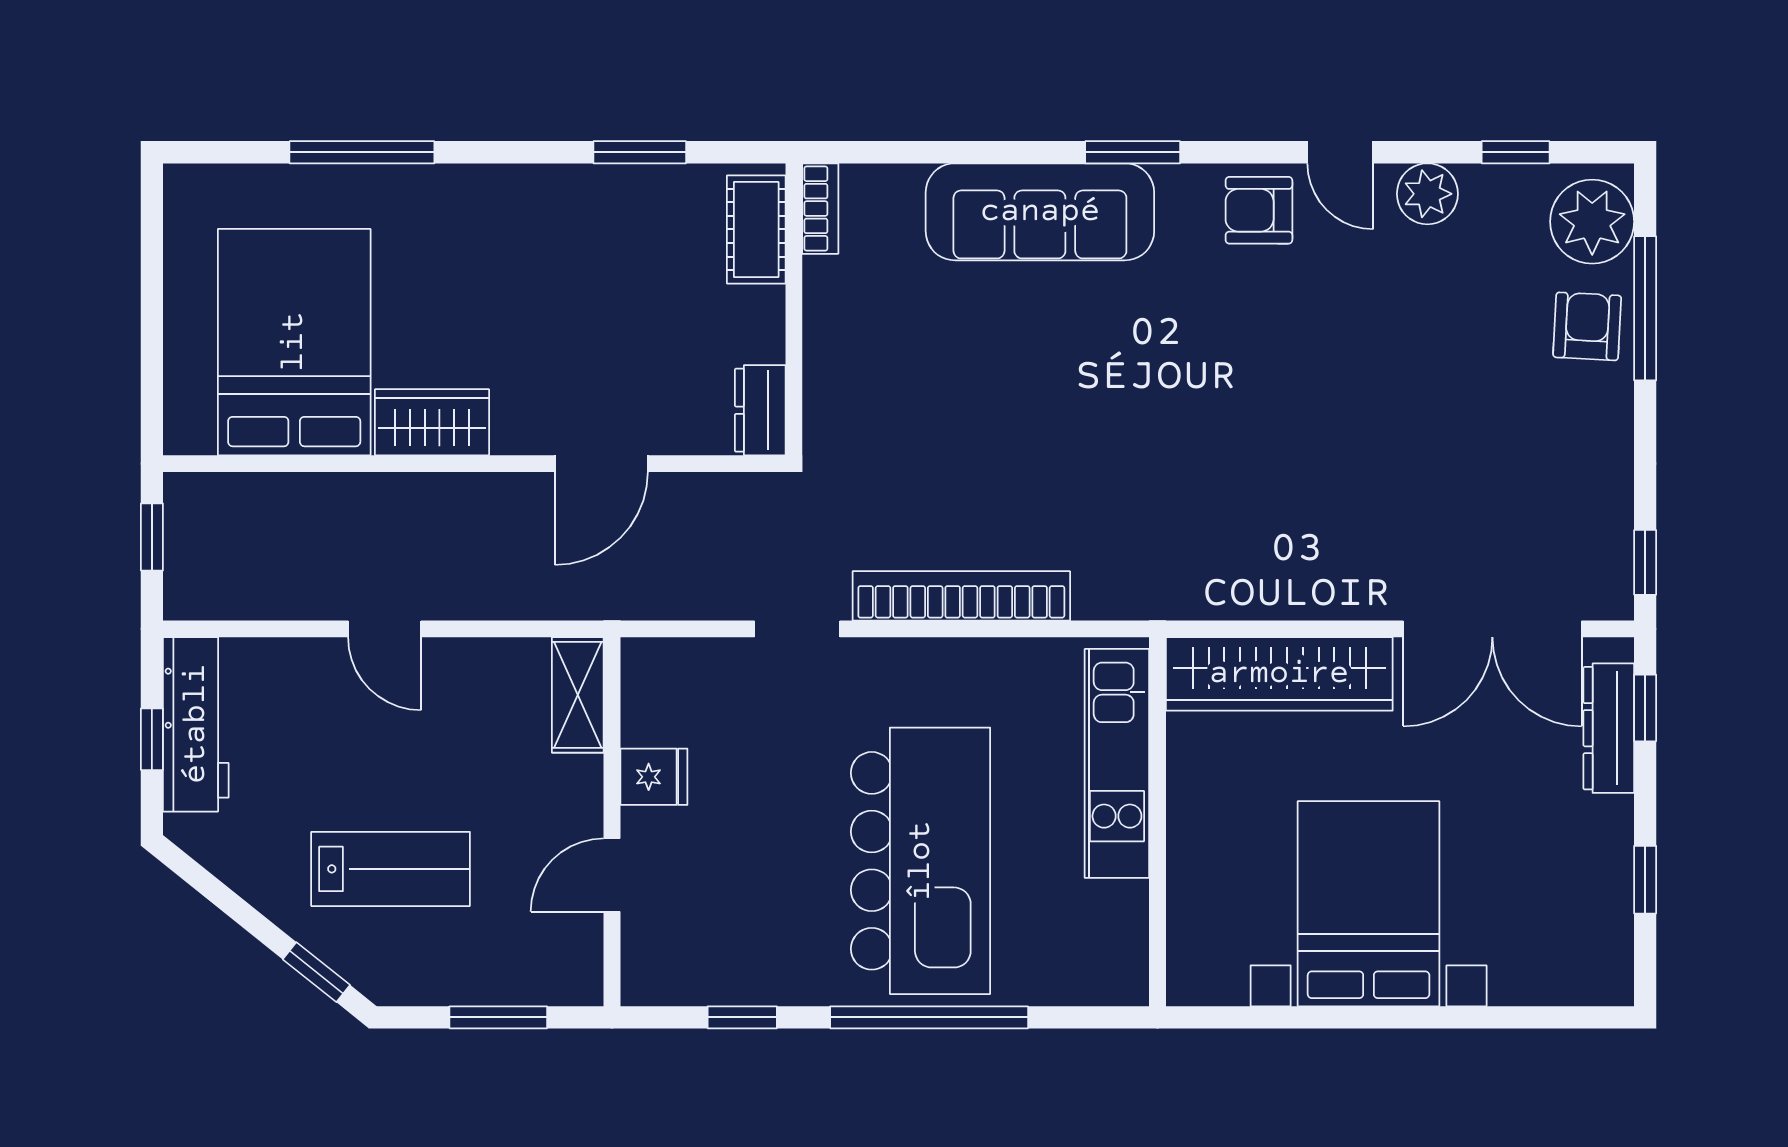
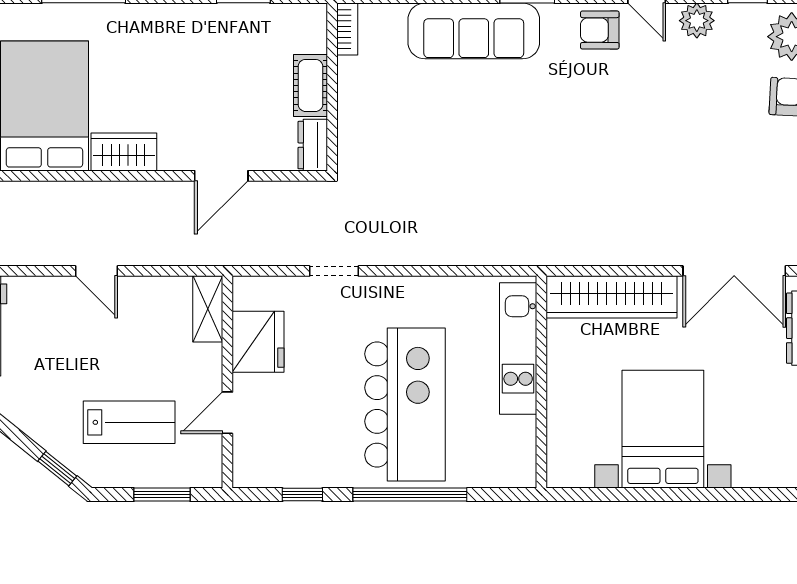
cot: (756, 229) -> (310, 85), moved
bookcase: (961, 596) -> (428, 252), removed
fridge: (654, 777) -> (258, 342), width x1.88, depth x1.34
lab bench: (391, 869) -> (129, 422), moved

